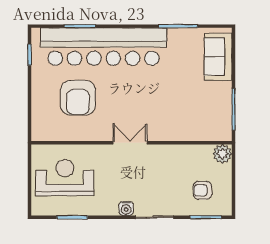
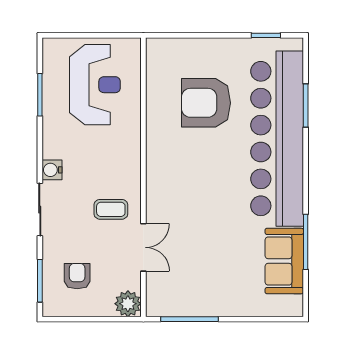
sofa: (218, 57) -> (284, 261), moved, turned -90
double door: (130, 143) -> (143, 247), moved
coffee table: (154, 166) -> (111, 209), added

